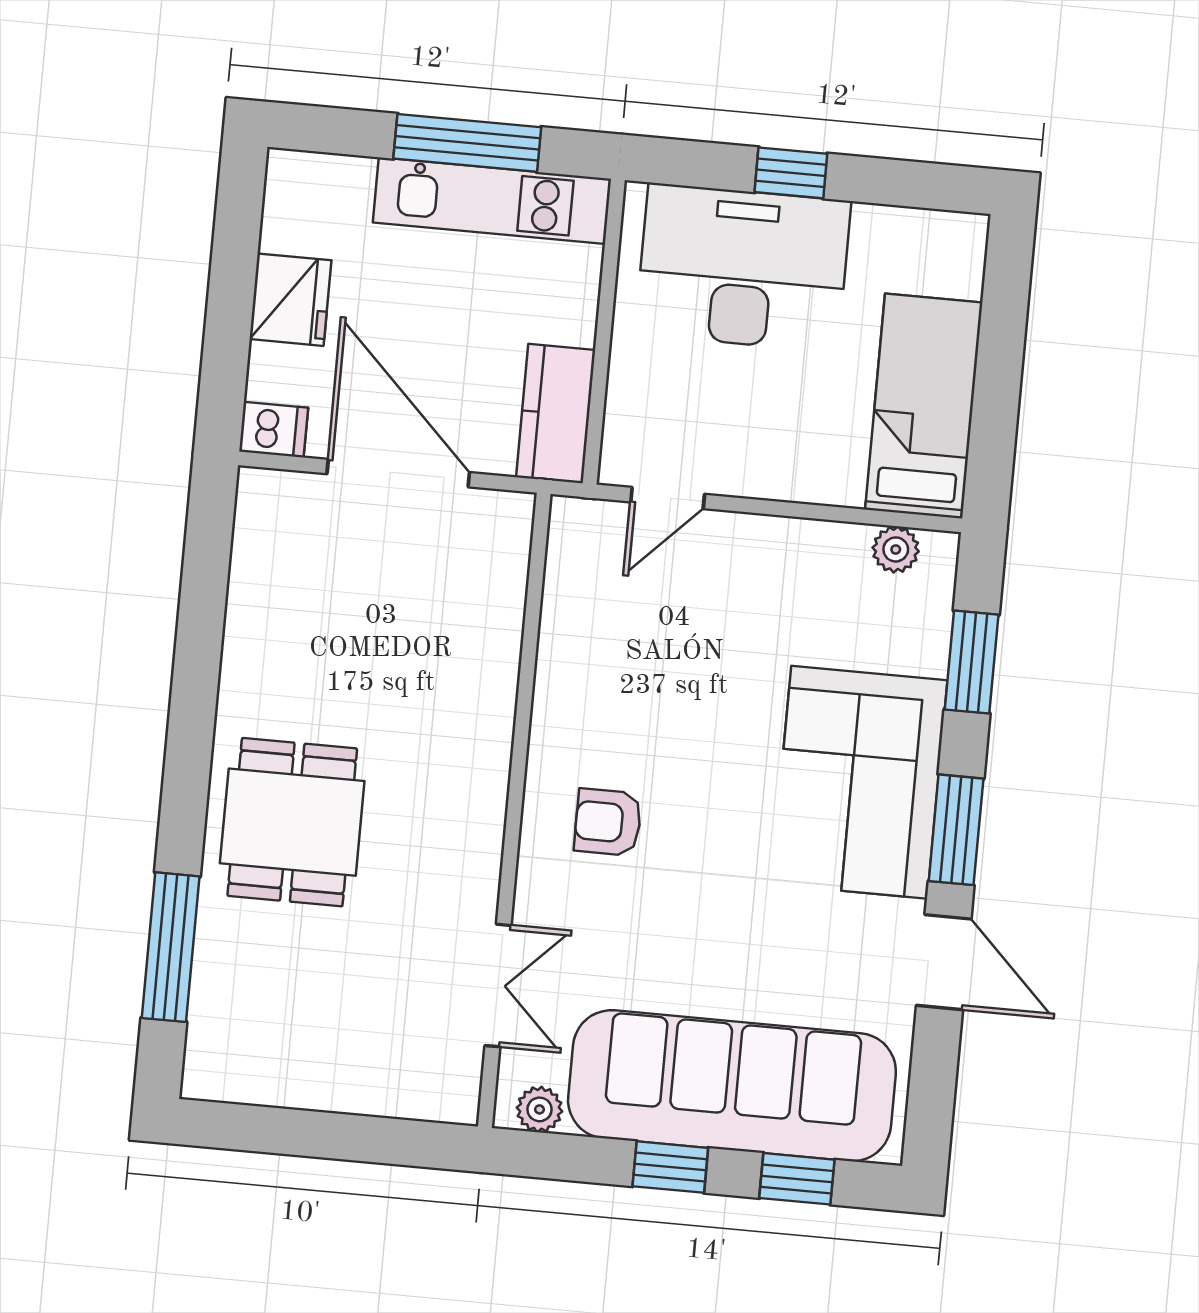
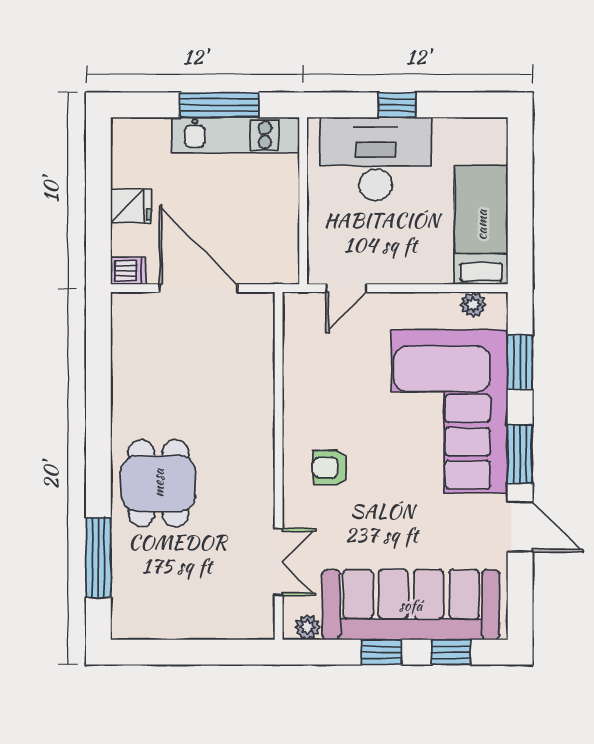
fridge: (290, 300) -> (131, 206), width x0.72
kitchen counter: (556, 414) -> (281, 248), removed
corner sofa: (859, 782) -> (450, 411), width x1.36, depth x1.36

